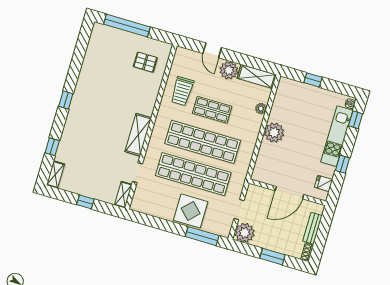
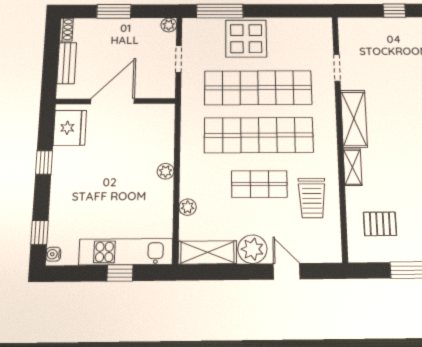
trolley: (182, 91) -> (312, 198), turned 180
plant: (274, 132) -> (166, 171), width x0.53, depth x0.53
kitchen unit: (337, 136) -> (126, 252), moved, turned -90
fridge: (324, 183) -> (70, 128), width x1.88, depth x1.34
shelving: (123, 195) -> (353, 167), moved
plant: (245, 233) -> (169, 25), width x0.53, depth x0.53

